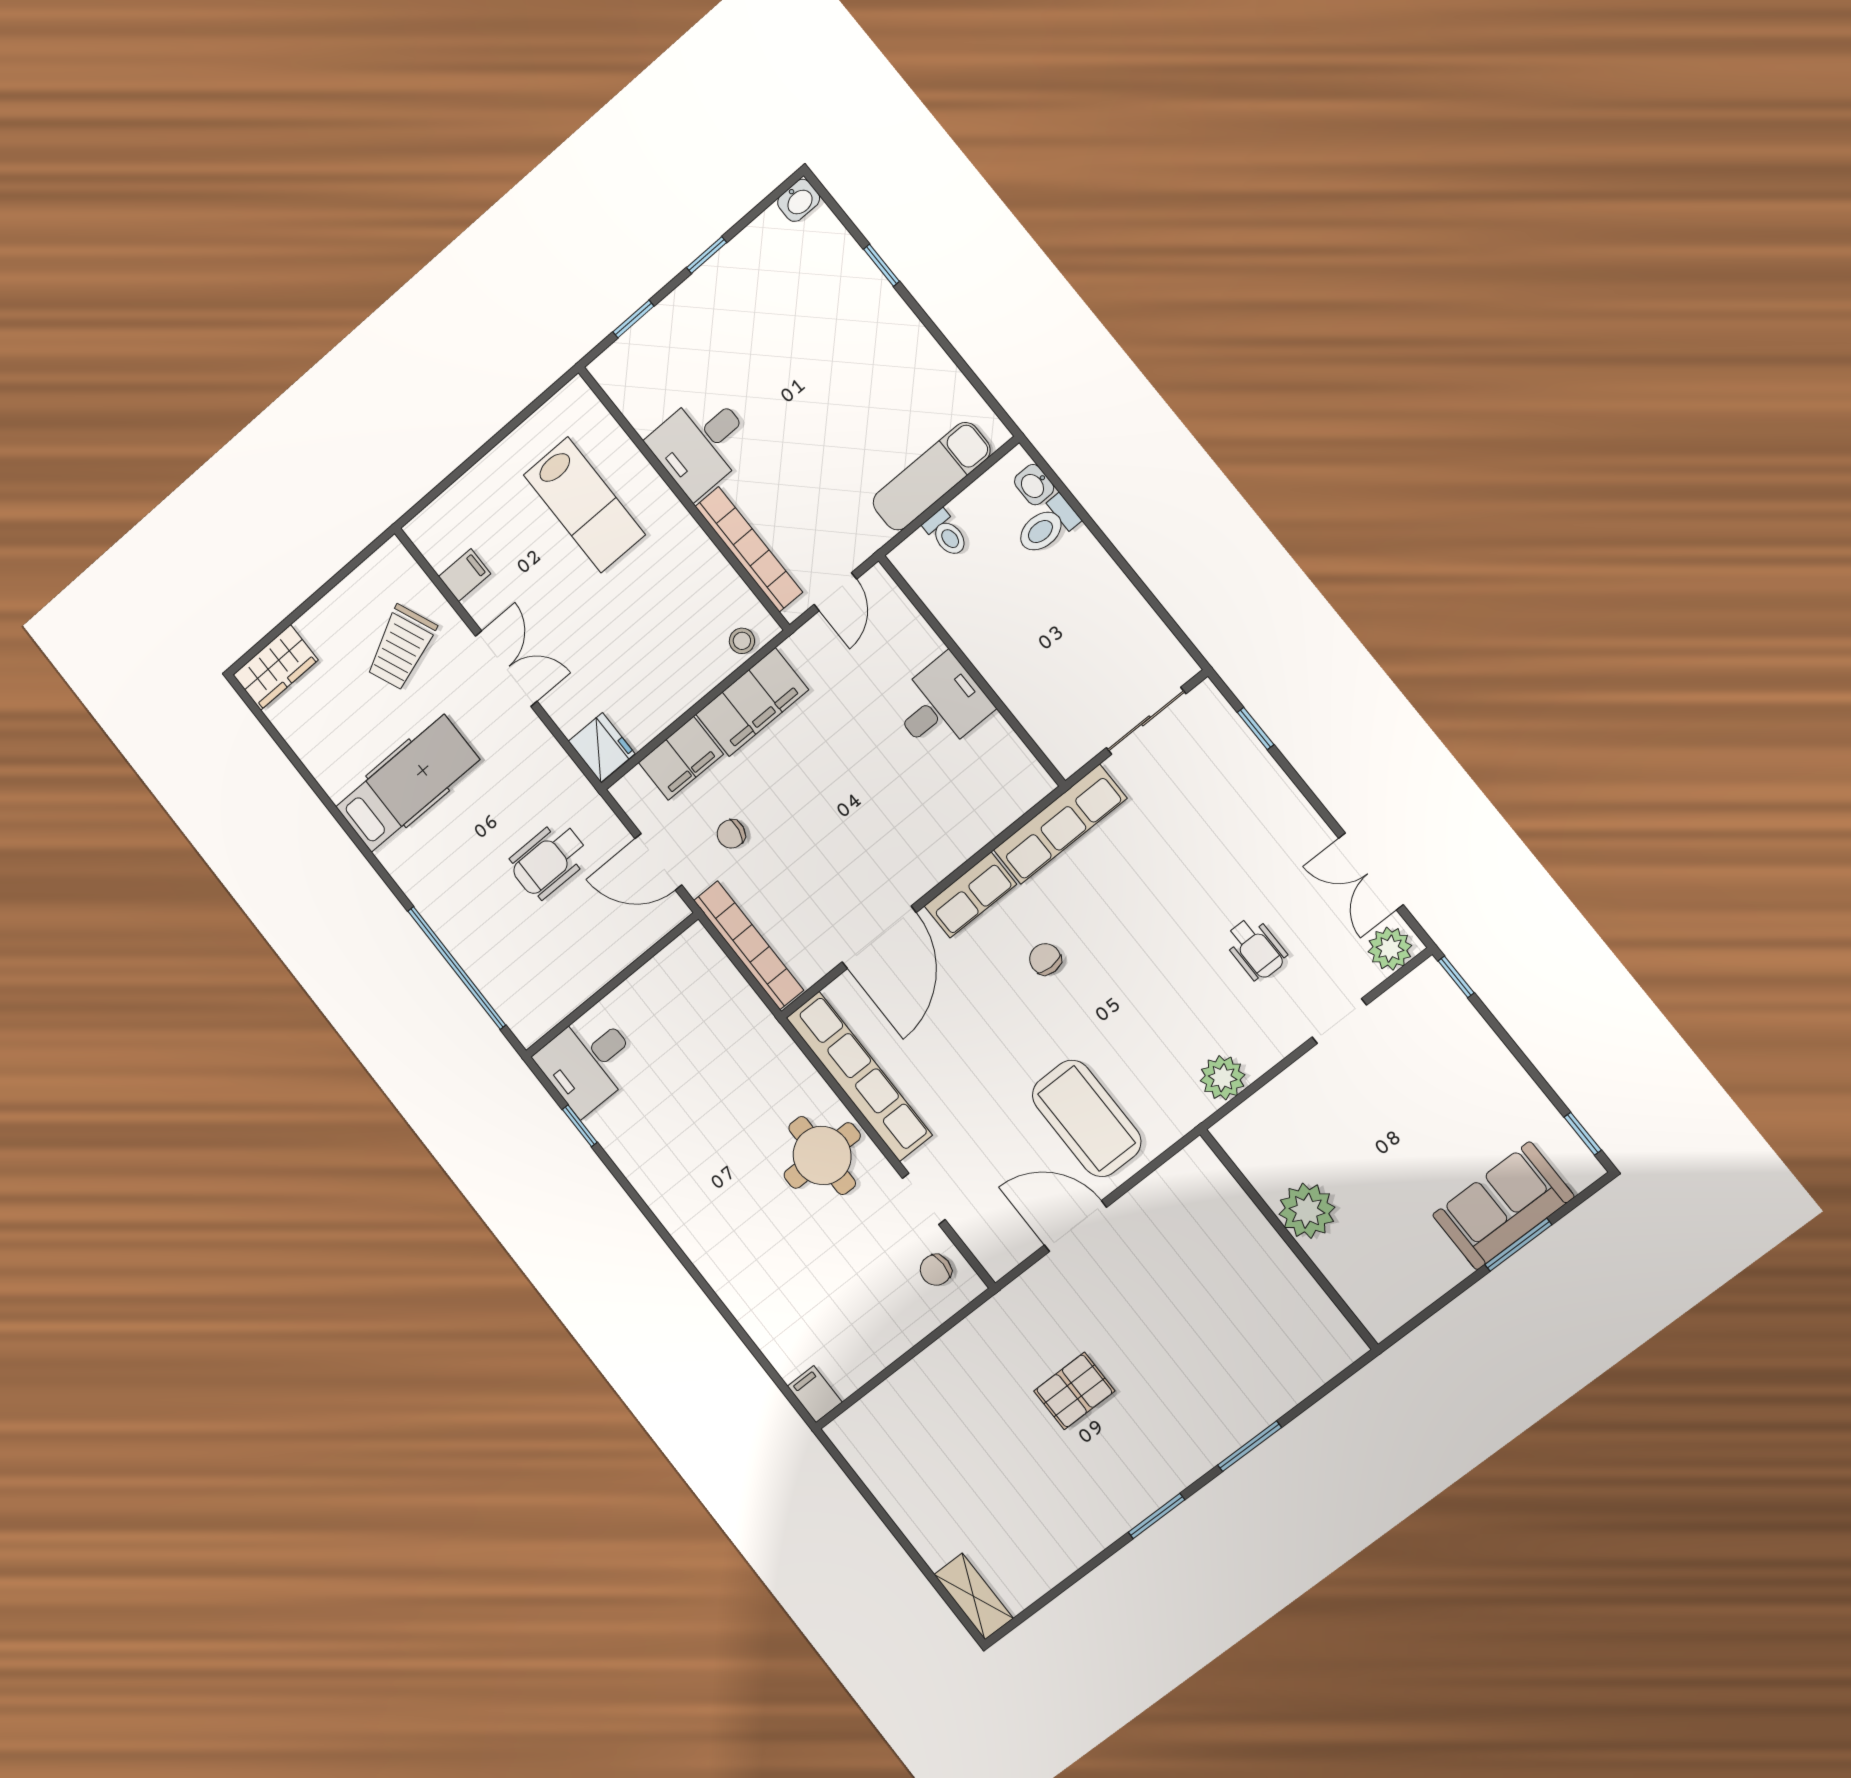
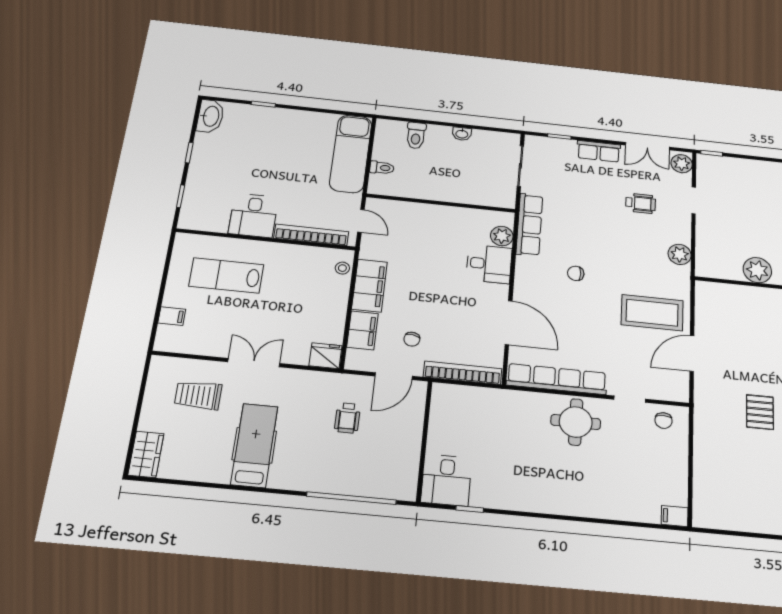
washbasin: (799, 200) -> (210, 116), width x1.91, depth x1.45
exam couch: (931, 476) -> (351, 154), width x1.36, depth x1.45
washbasin: (1034, 485) -> (462, 134), moved
lab bench: (584, 505) -> (226, 275), turned 180
filing cabinet: (465, 575) -> (172, 316), moved, turned 90
trolley: (401, 648) -> (198, 395), turned 113
desk: (941, 705) -> (489, 264), moved, turned 90
plant: (1003, 804) -> (502, 236), added
wheelchair: (549, 860) -> (347, 418), width x0.73, depth x0.73
row of seats: (970, 895) -> (599, 151), moved, turned 90

